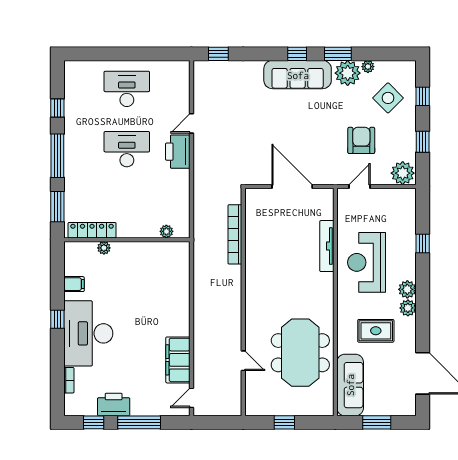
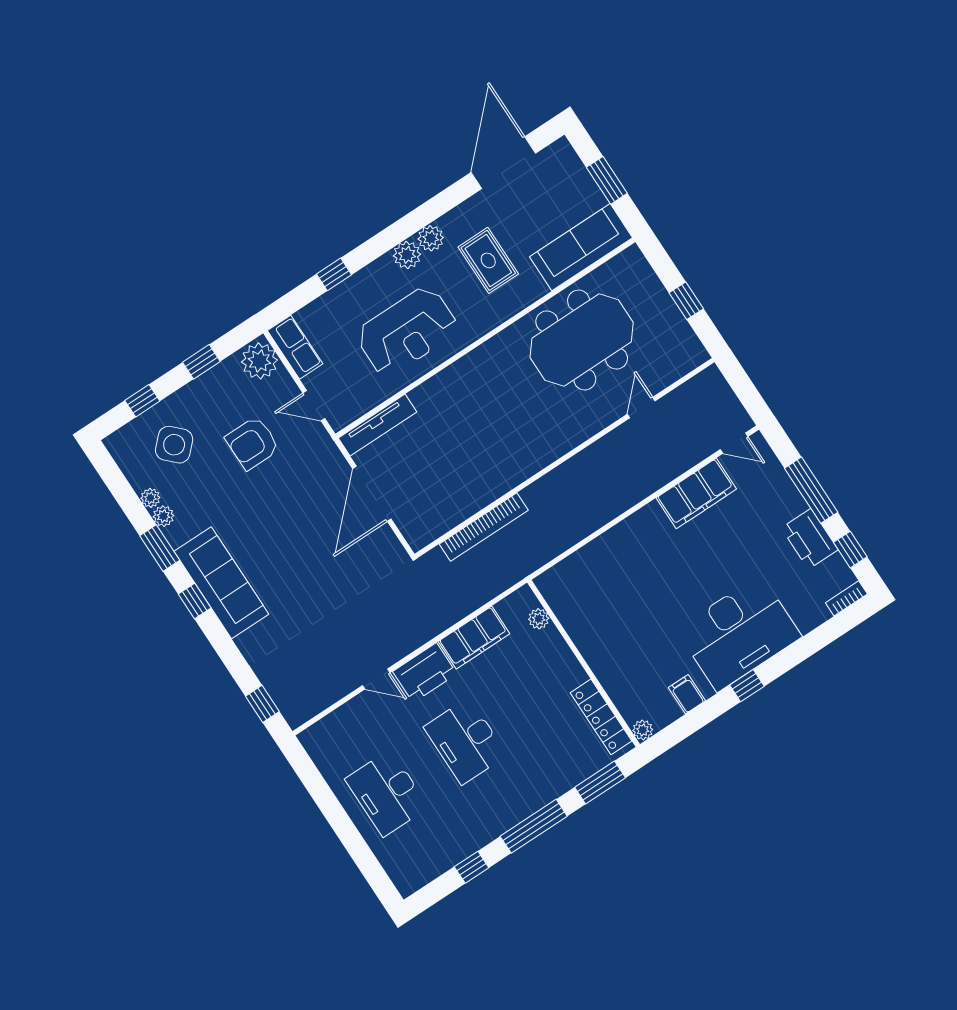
plant: (348, 73) -> (163, 516), width x0.53, depth x0.53
filing cabinet: (179, 190) -> (474, 638), added
row of seats: (397, 197) -> (295, 347), added
tv unit: (327, 246) -> (378, 425), moved
plant: (104, 248) -> (643, 730), moved
bookcase: (69, 380) -> (846, 598), moved

